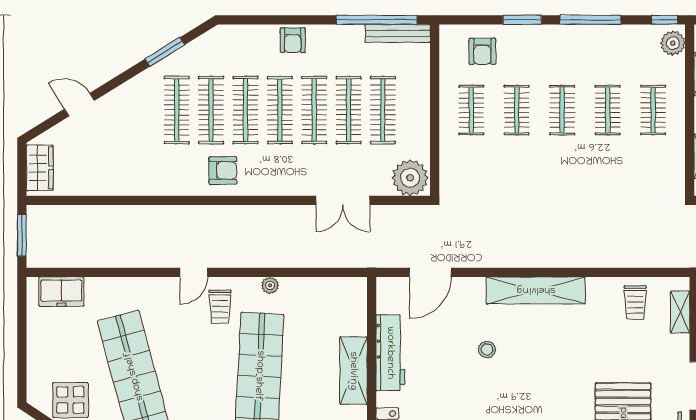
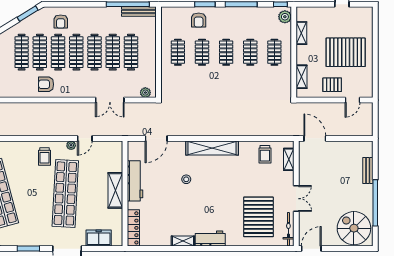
armchair: (293, 40) -> (61, 22), moved
armchair: (482, 51) -> (199, 20), moved
window: (165, 52) -> (28, 14), moved
armchair: (223, 171) -> (46, 84), turned 180
plant: (410, 178) -> (145, 93), width x0.53, depth x0.53
door: (194, 272) -> (85, 138), moved

